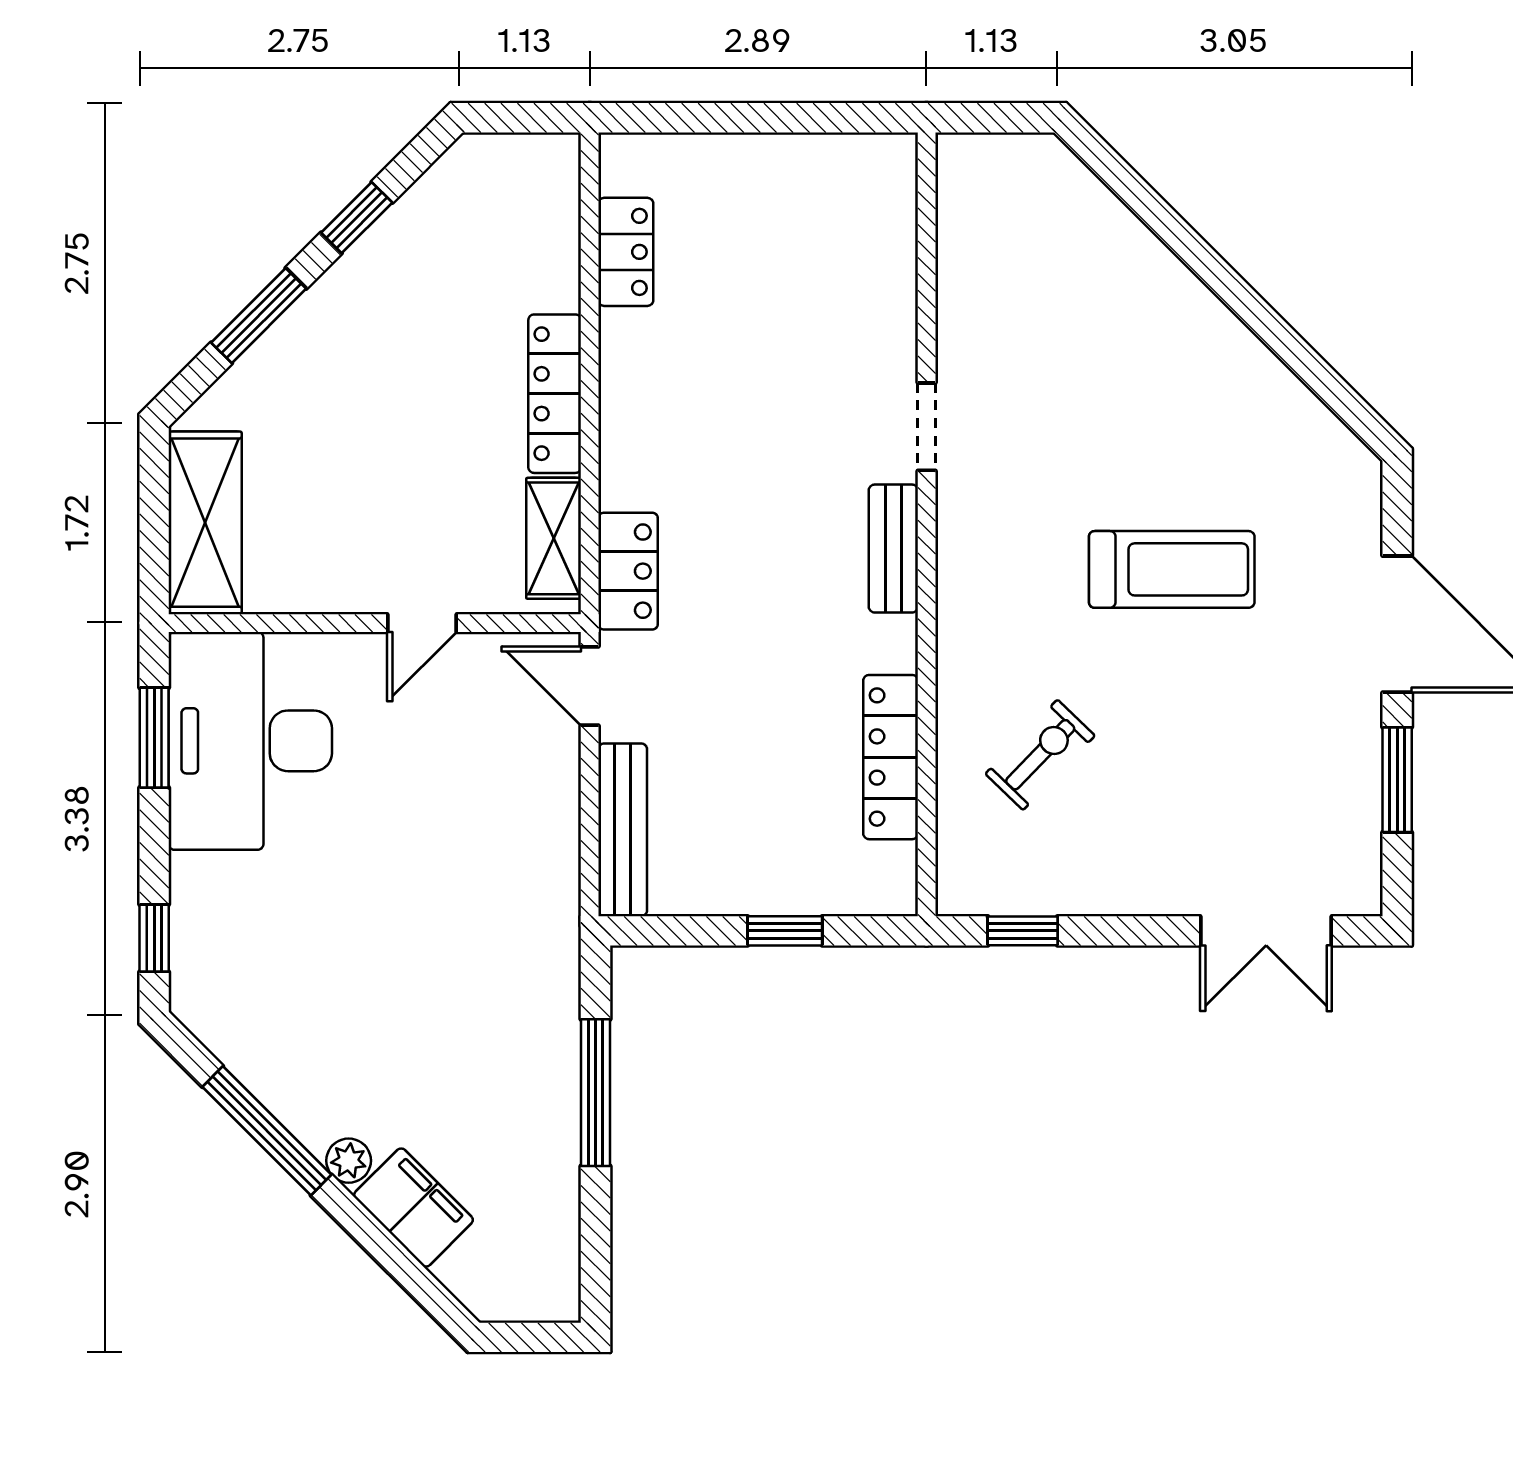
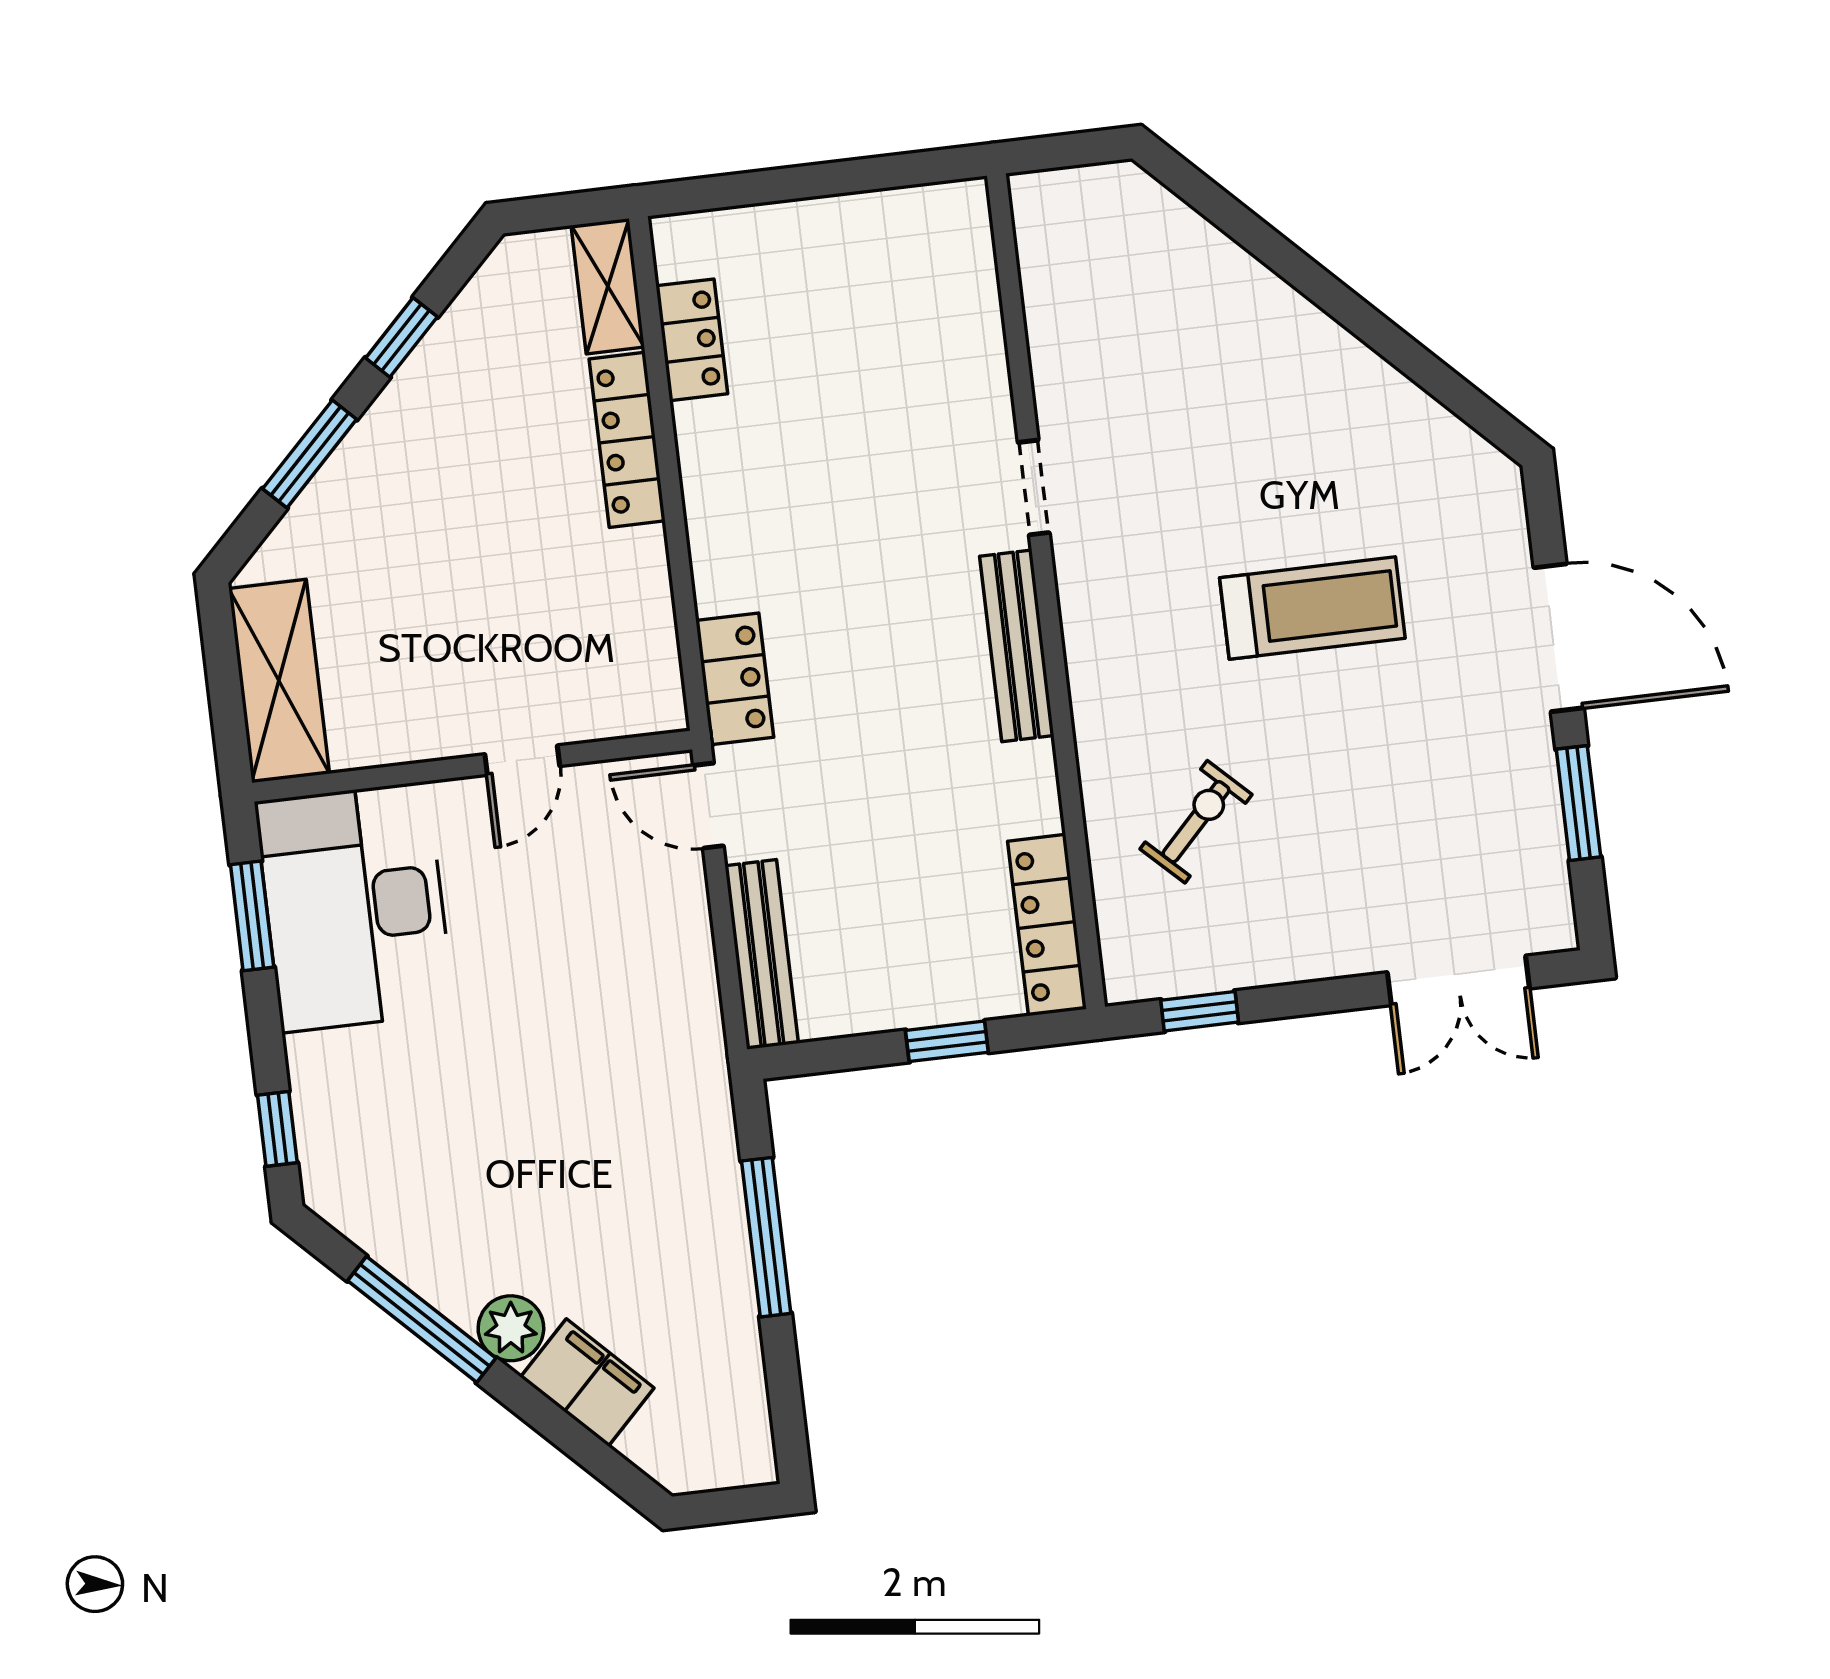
locker: (555, 394) -> (627, 440), moved
shelving: (554, 538) -> (608, 286), moved
bench: (893, 549) -> (1017, 646), width x1.36
locker: (891, 757) -> (1047, 925), moved
plant: (349, 1161) -> (511, 1328), width x1.38, depth x1.38

